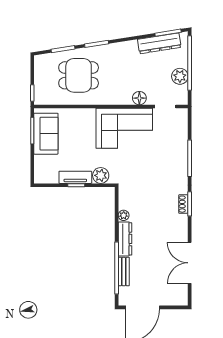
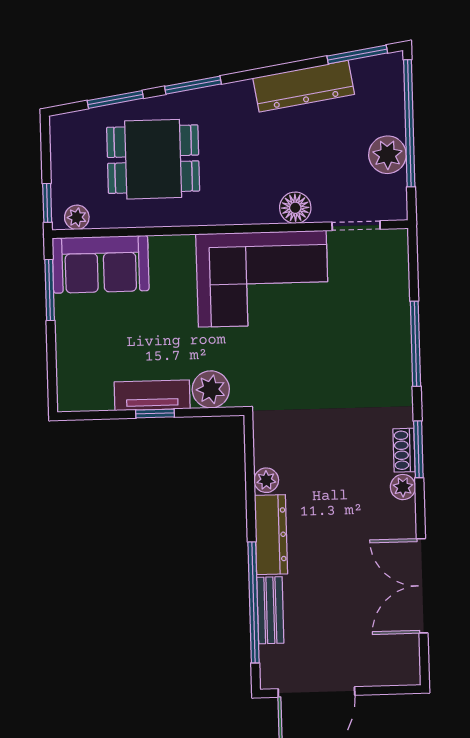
dresser: (159, 43) -> (304, 86), moved
plant: (45, 100) -> (77, 217), added
sofa: (46, 134) -> (101, 264), moved, turned 90
plant: (182, 220) -> (403, 487), added

